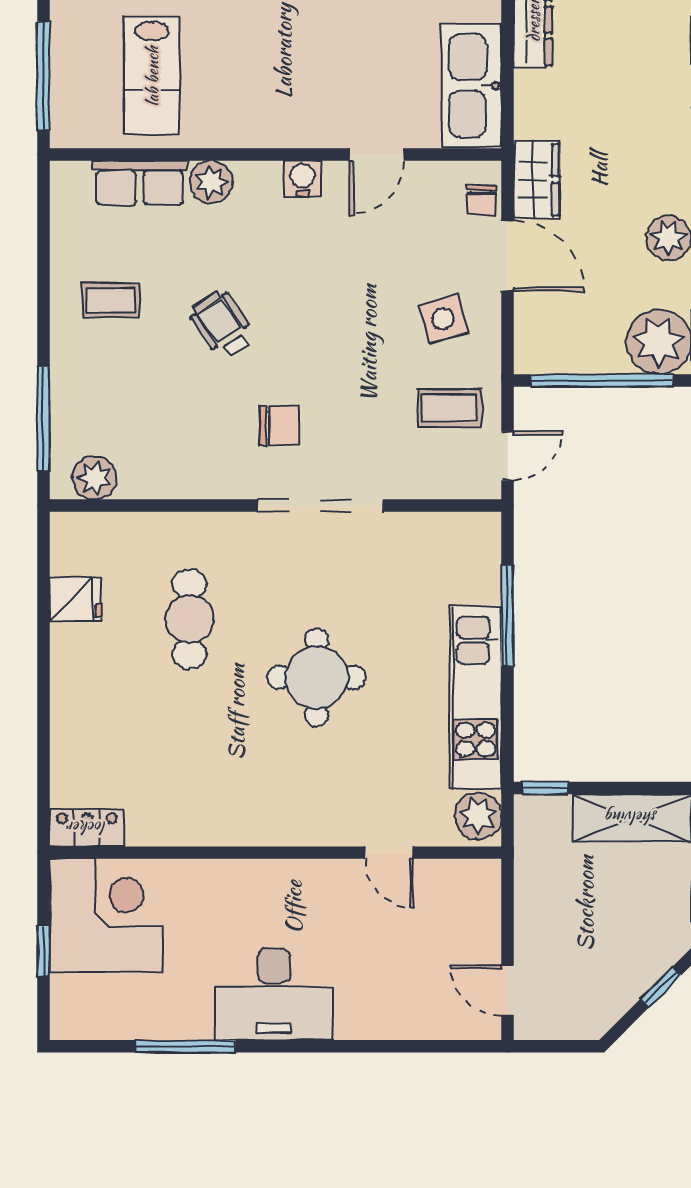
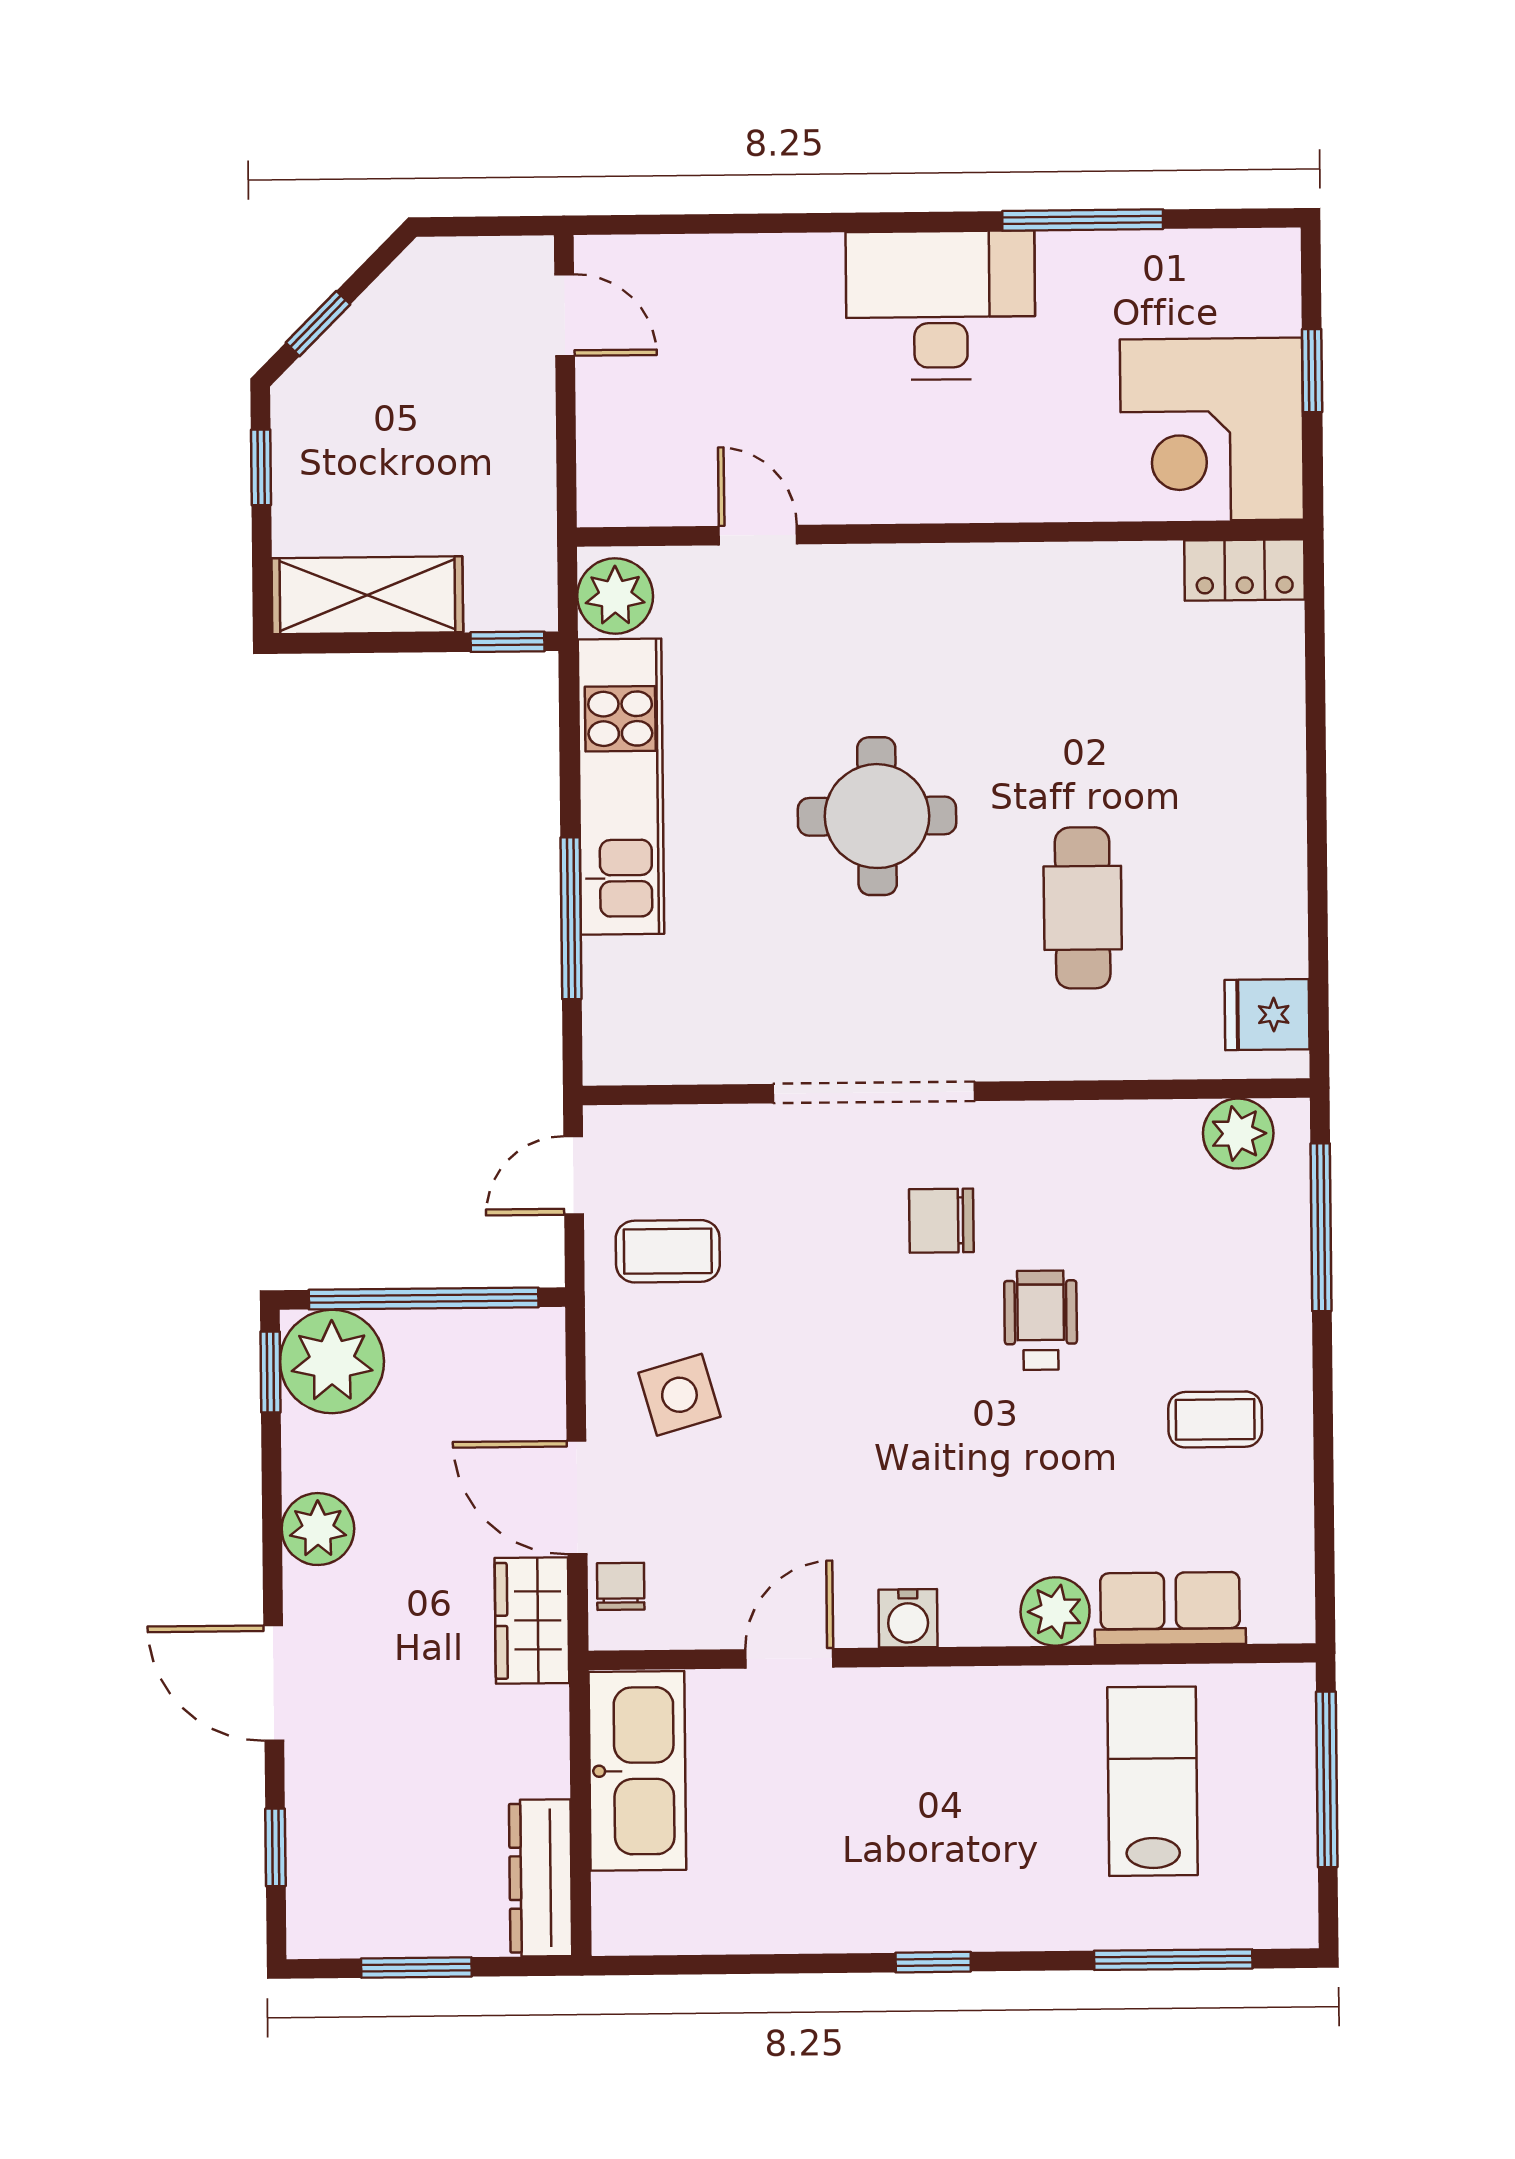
wheelchair: (222, 325) -> (1041, 1320), moved, turned -146
fridge: (76, 599) -> (1267, 1015), moved

